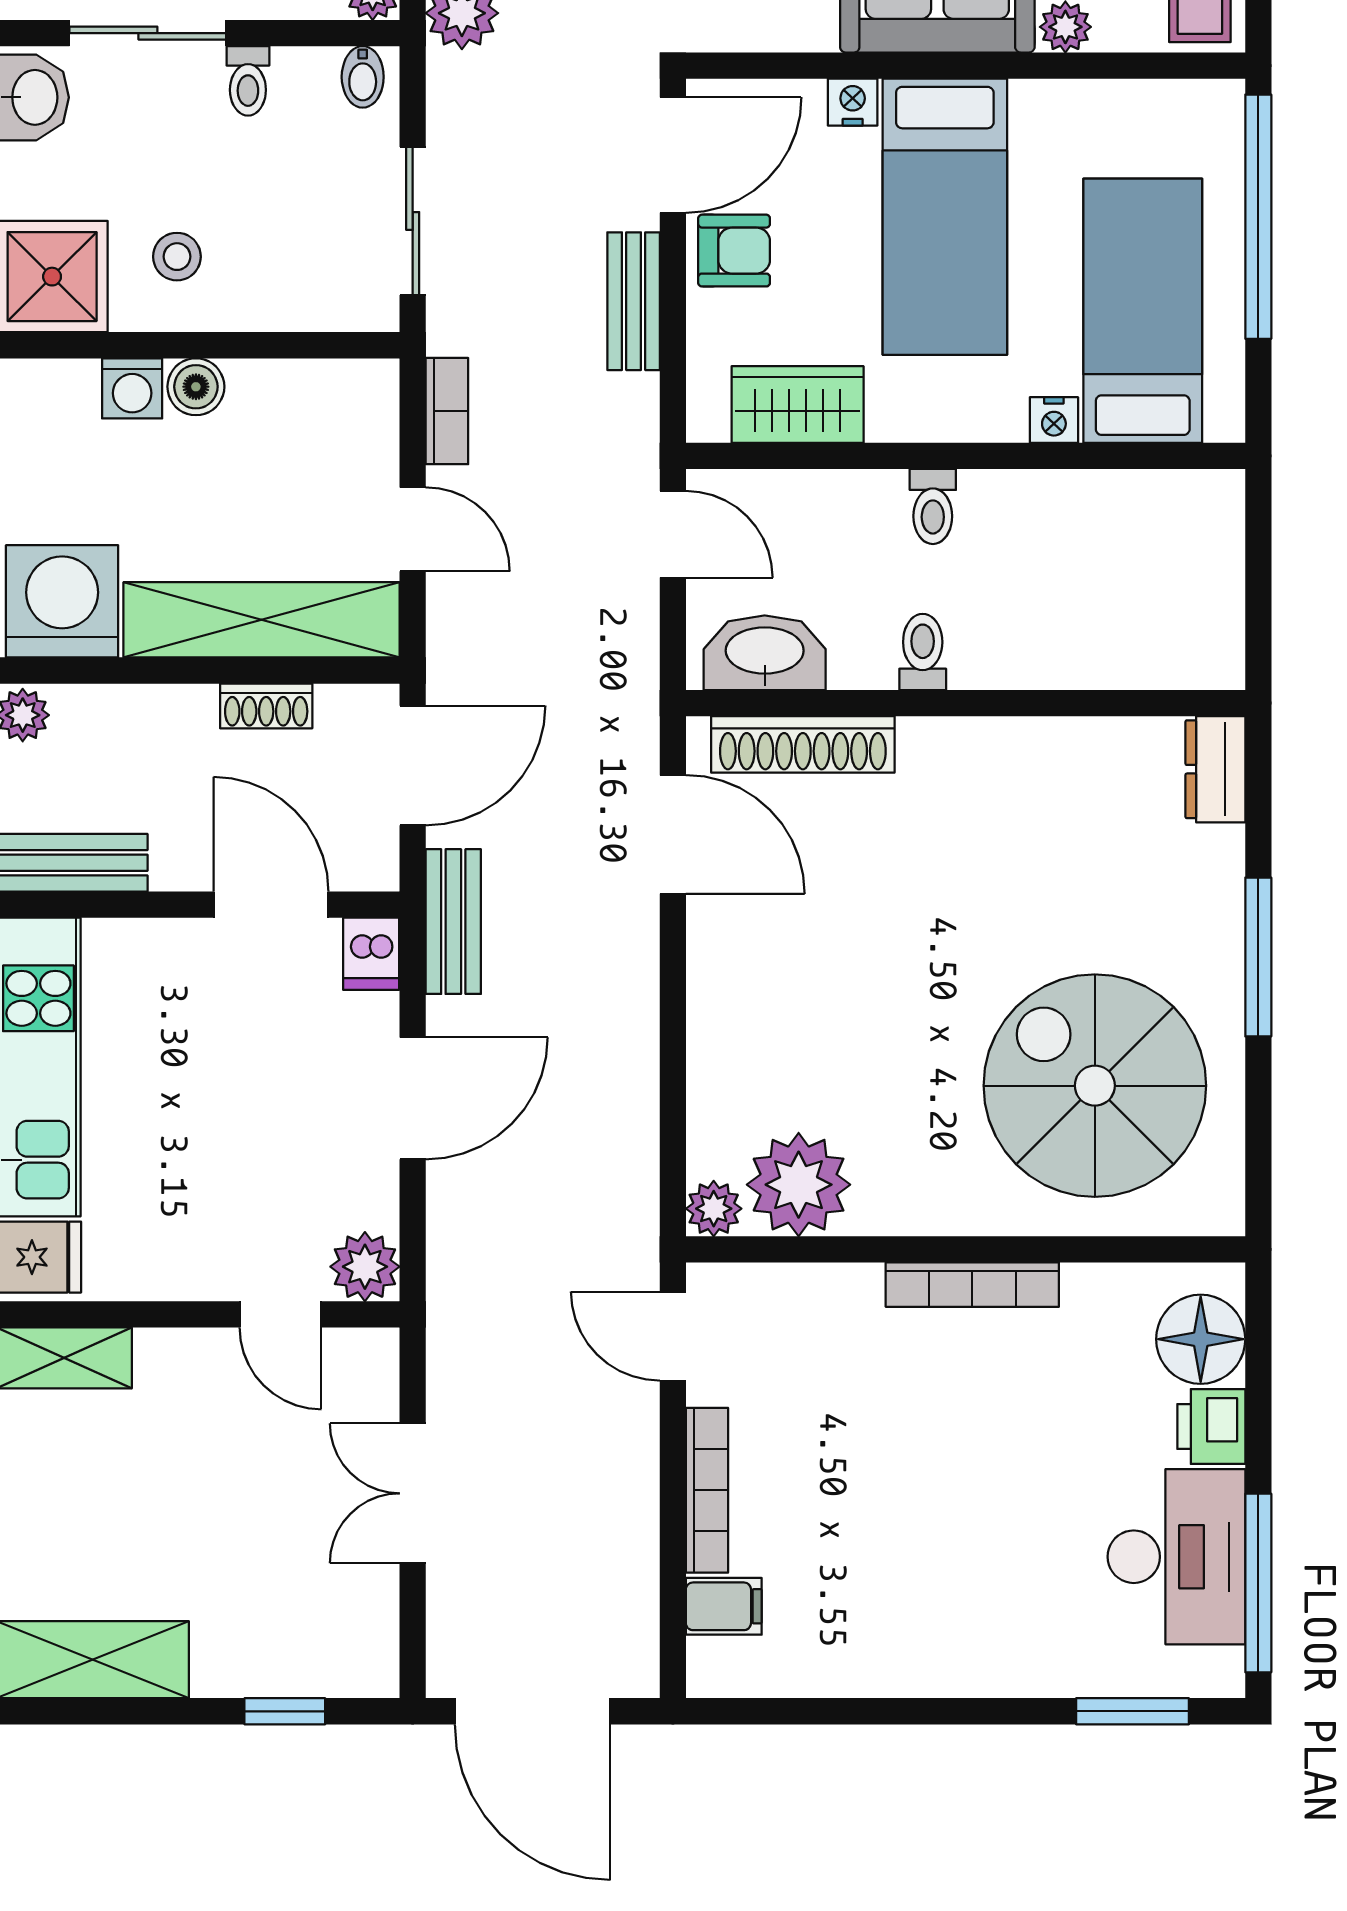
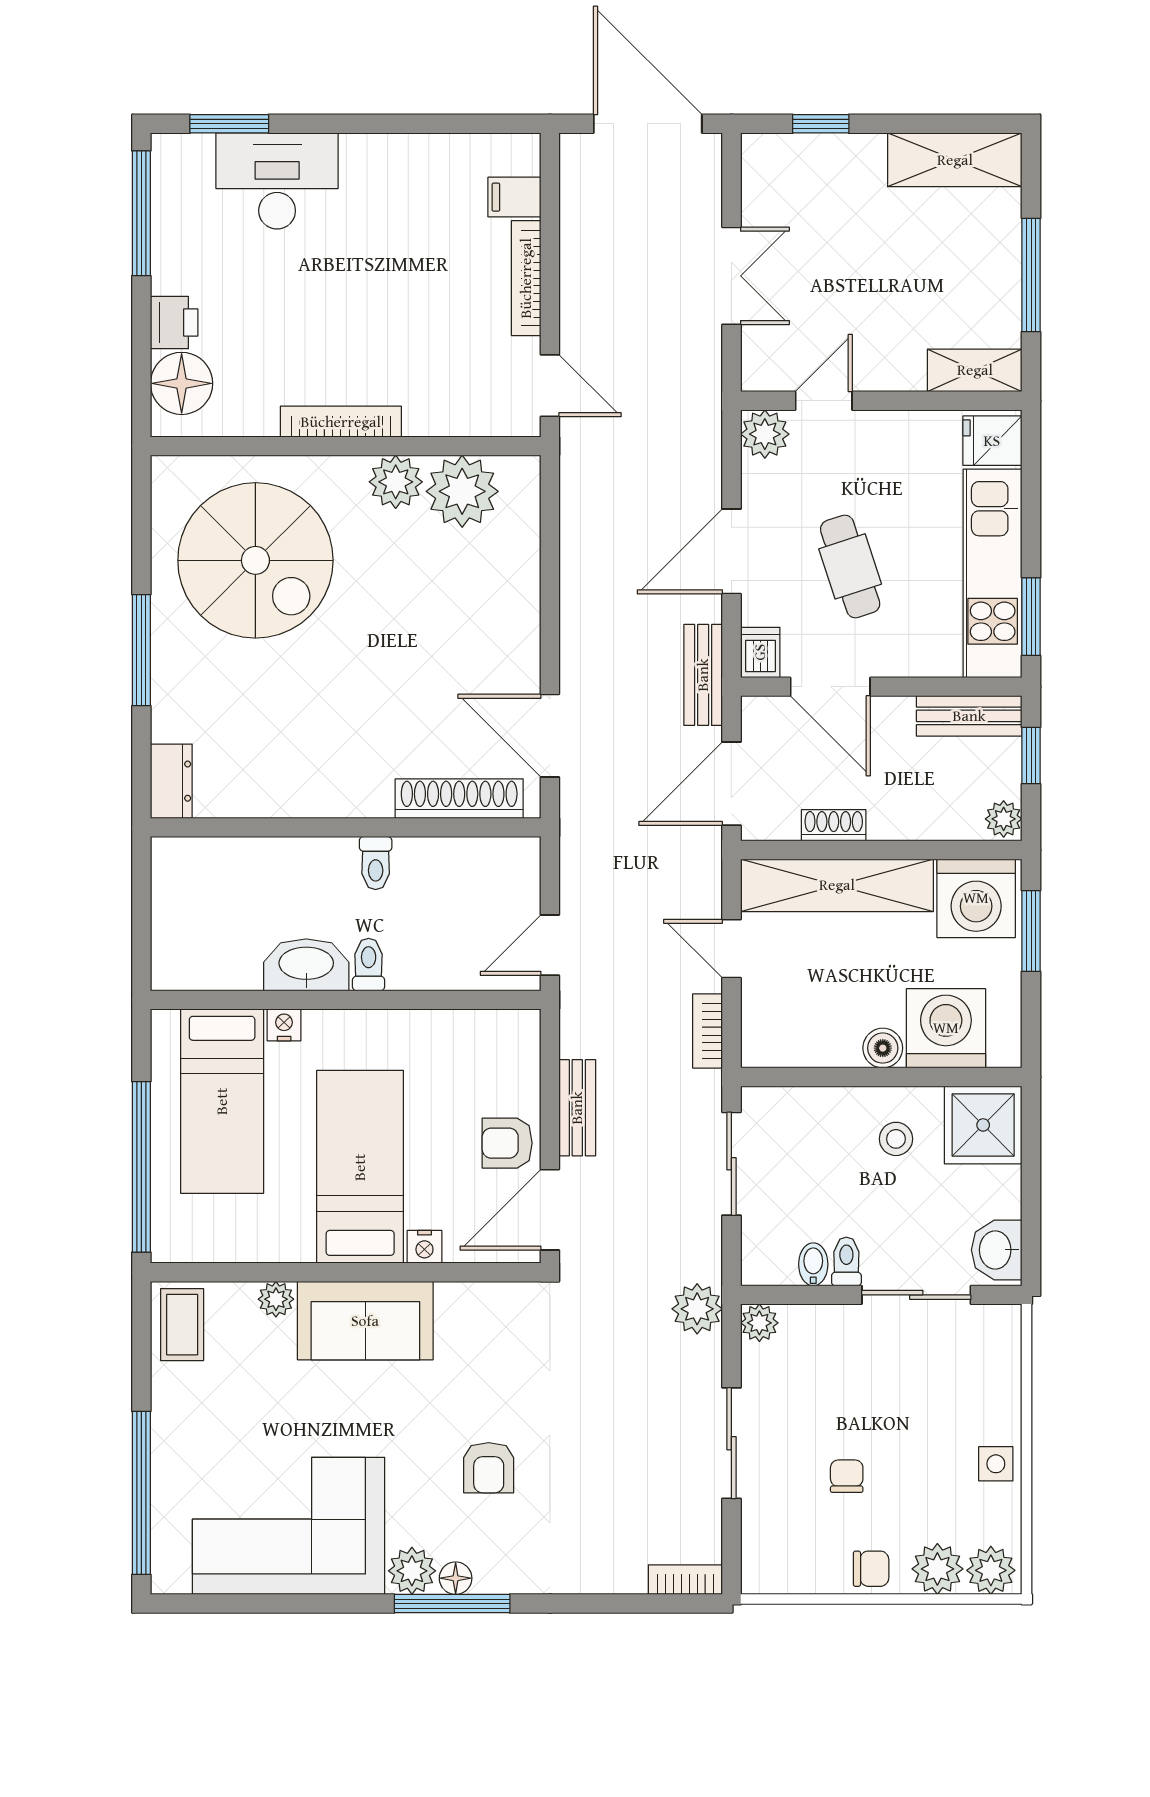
bidet: (363, 77) -> (813, 1264), moved
washing machine: (132, 388) -> (946, 1028), width x1.89, depth x1.89
wardrobe: (798, 405) -> (463, 1036), removed
door: (673, 534) -> (550, 945), hinge flipped
washbasin: (765, 653) -> (306, 965), moved, turned 180
cafe table: (243, 1077) -> (850, 566), added
plant: (714, 1209) -> (396, 482), moved, width x1.38, depth x1.38
door: (281, 1314) -> (824, 401), hinge flipped
desk: (1176, 1557) -> (277, 181), moved, turned 90

